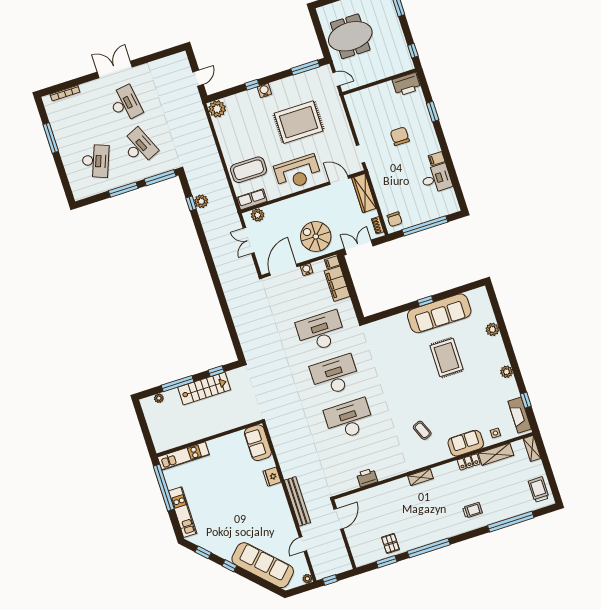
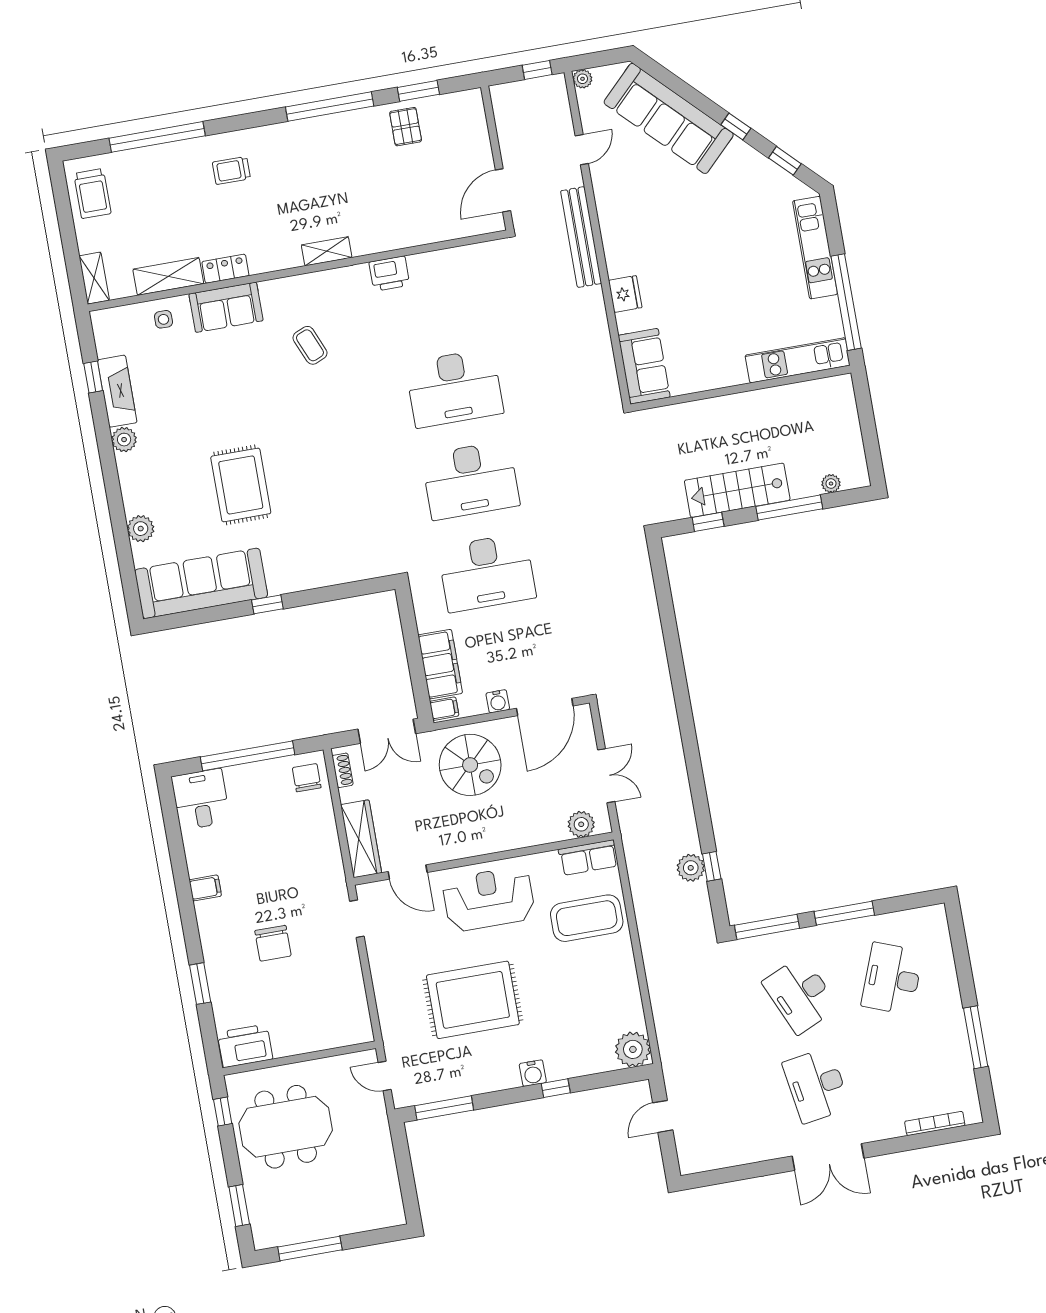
meeting table: (350, 36) -> (286, 1127), moved
desk: (436, 179) -> (201, 799), moved, turned 90
sofa: (439, 313) -> (201, 583), moved
fireplace: (520, 415) -> (117, 391), moved
printer: (367, 478) -> (389, 274), moved

